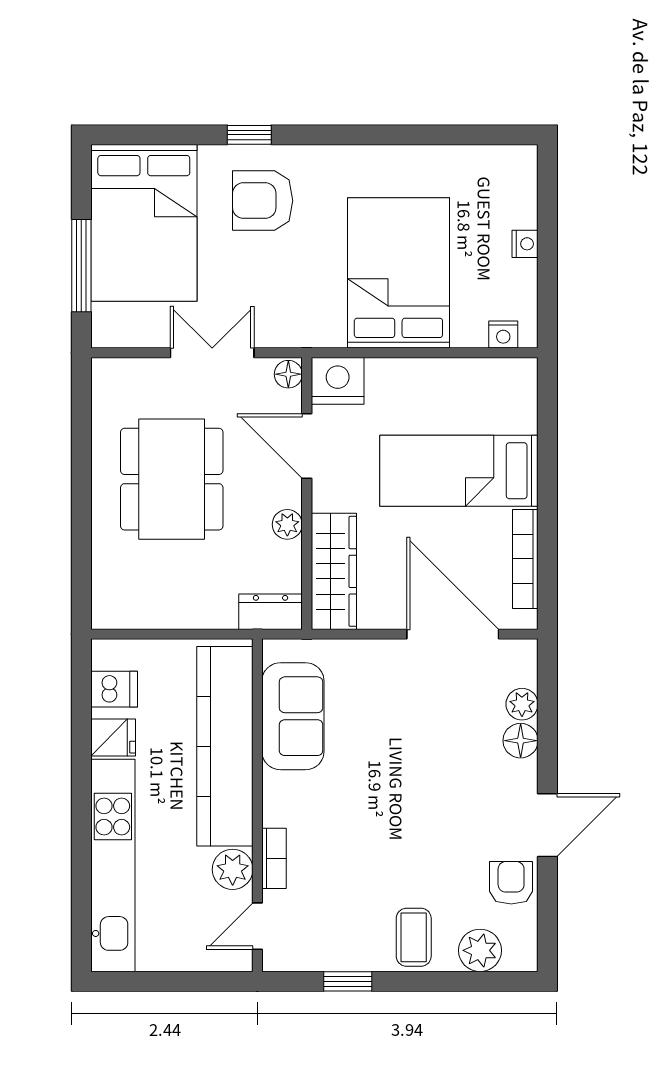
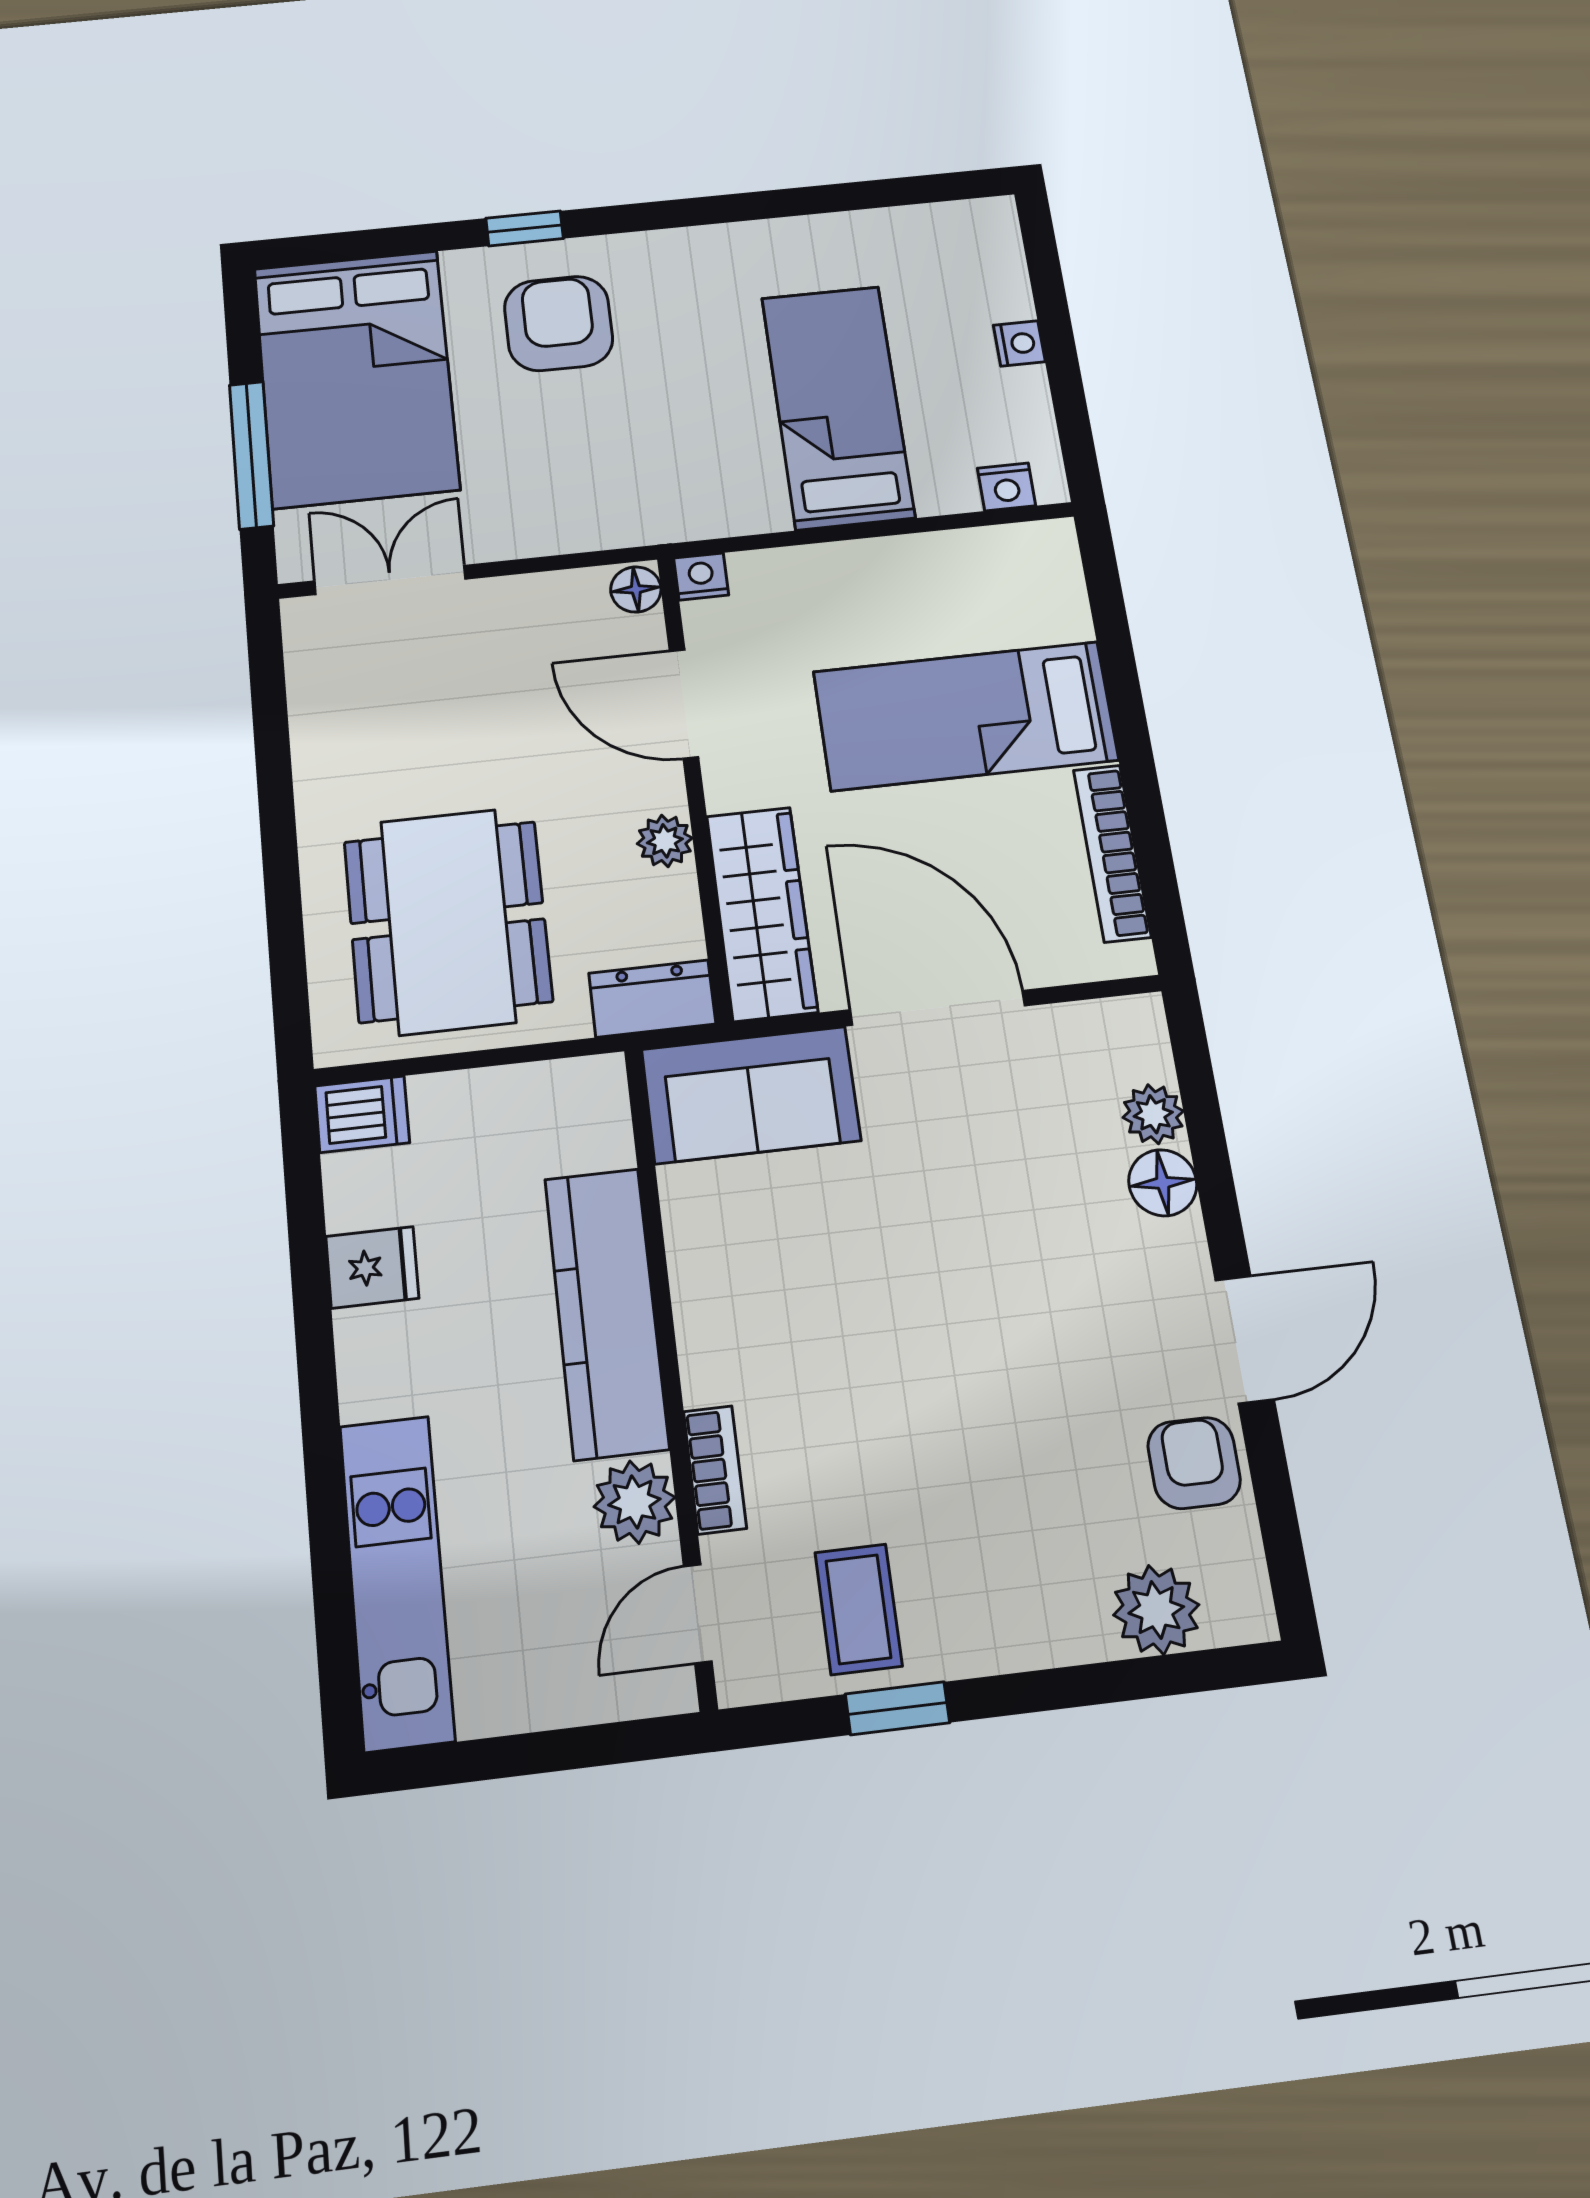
armchair: (263, 201) -> (558, 323), turned 90
bed: (398, 273) -> (838, 407), width x0.67
double door: (212, 353) -> (390, 580), moved
nightstand: (338, 381) -> (701, 577), width x0.53, depth x0.56
dining table: (172, 479) -> (448, 921), moved
door: (453, 634) -> (938, 1008), moved
dishwasher: (114, 689) -> (362, 1114), moved
sofa: (293, 716) -> (751, 1095), moved, turned 90
kitchen counter: (225, 746) -> (606, 1312), width x0.72, depth x0.86
kitchen unit: (113, 865) -> (397, 1581), width x0.73
coffee table: (414, 937) -> (858, 1609), moved

